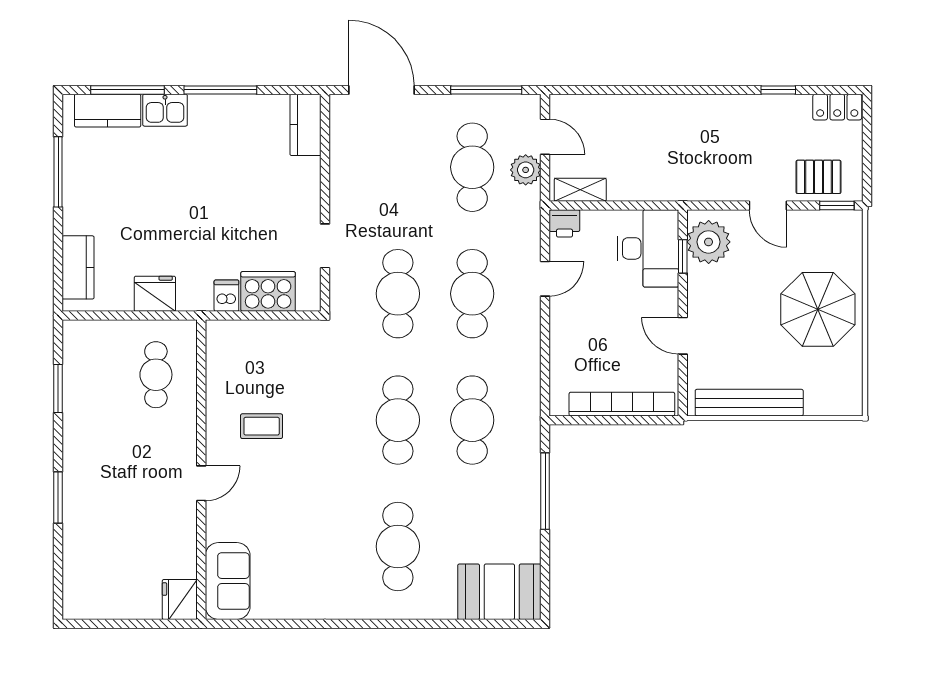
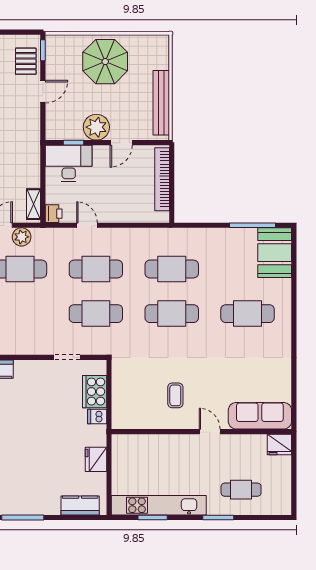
plant: (709, 242) -> (96, 127), moved
cafe table: (156, 375) -> (241, 490), moved
kitchen unit: (79, 399) -> (159, 505), added
window: (545, 491) -> (252, 225), moved
sofa: (228, 581) -> (260, 416), width x1.36

